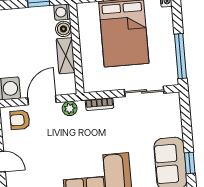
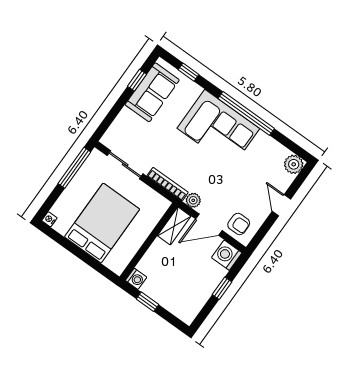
boiler: (63, 29) -> (146, 265), removed
shelving: (66, 56) -> (174, 226), moved
bookcase: (100, 104) -> (168, 184), width x1.56

